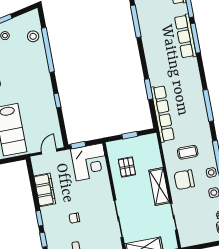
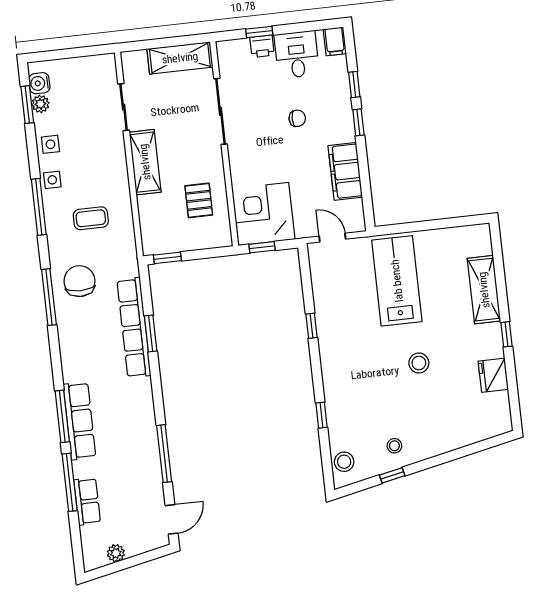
stool: (33, 36) -> (344, 462), moved
window: (48, 50) -> (321, 415), width x0.32
row of seats: (163, 114) -> (134, 328), moved
window: (130, 135) -> (167, 258), moved
window: (78, 145) -> (262, 247), moved
door: (49, 152) -> (332, 238), swing flipped
chair: (184, 180) -> (79, 281), moved, turned -90

